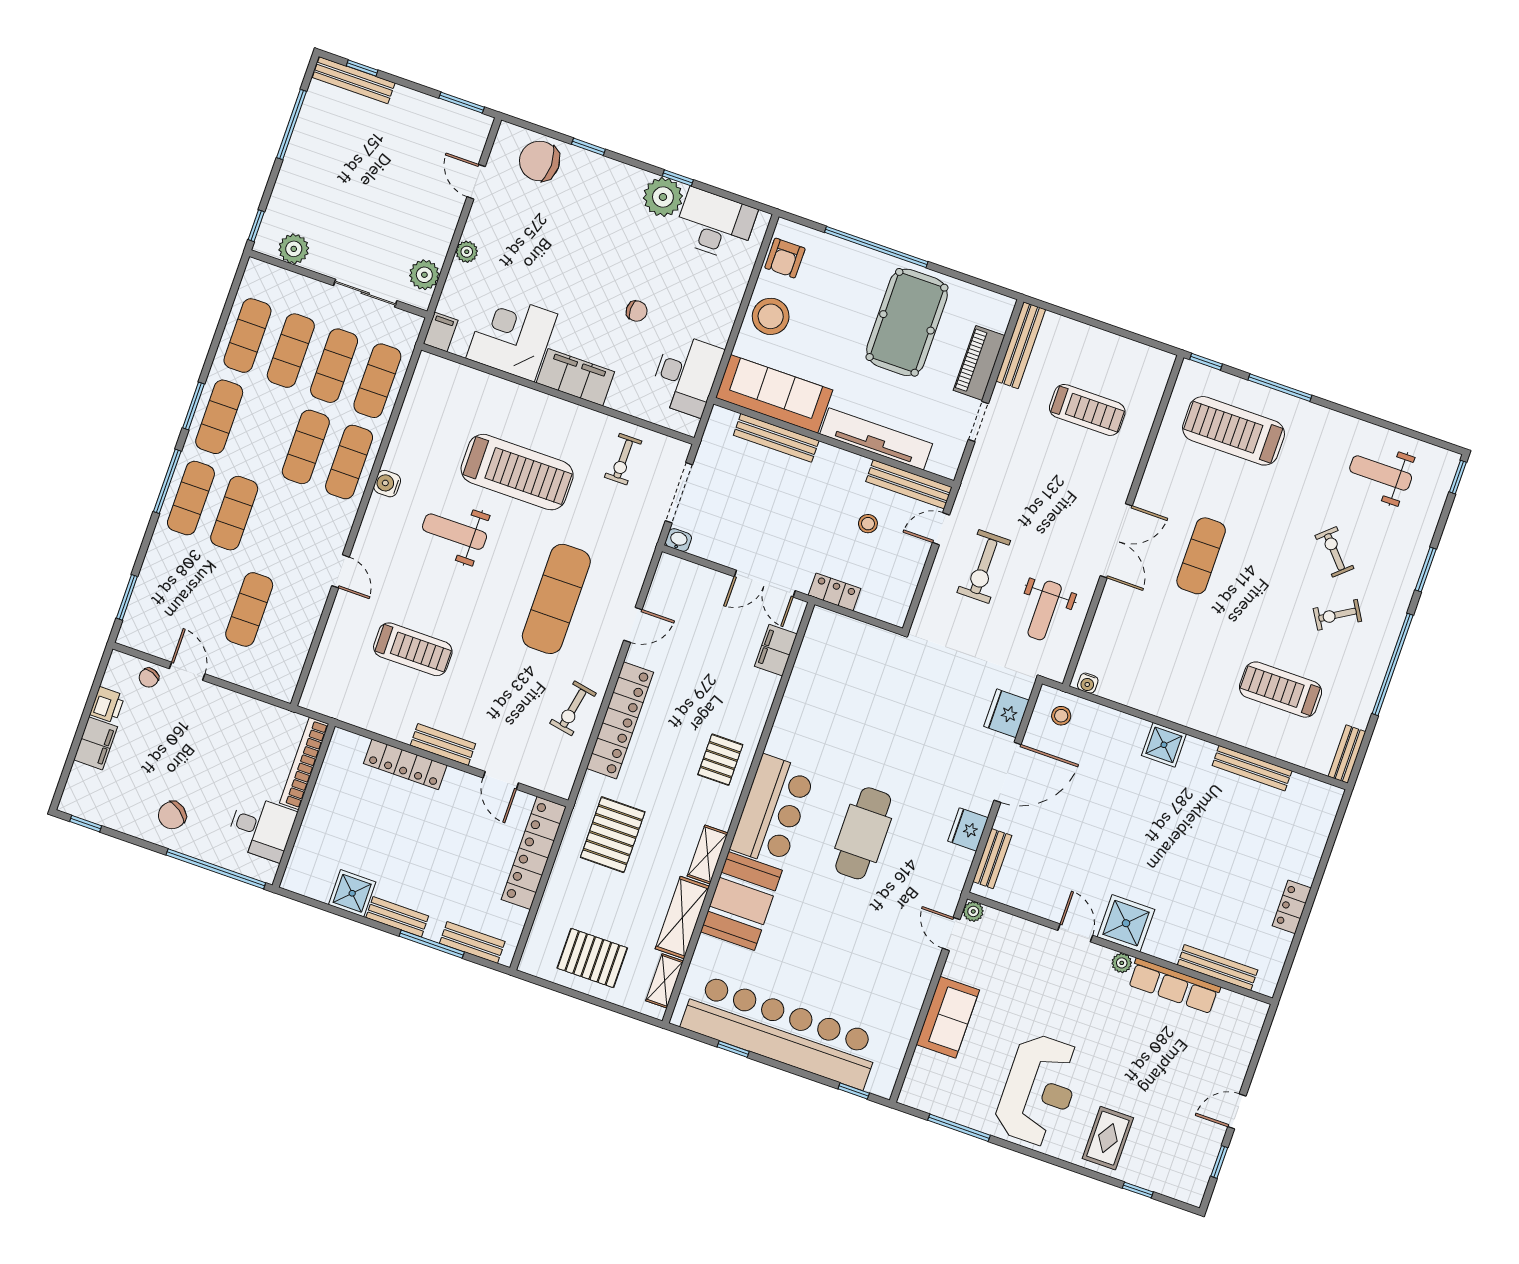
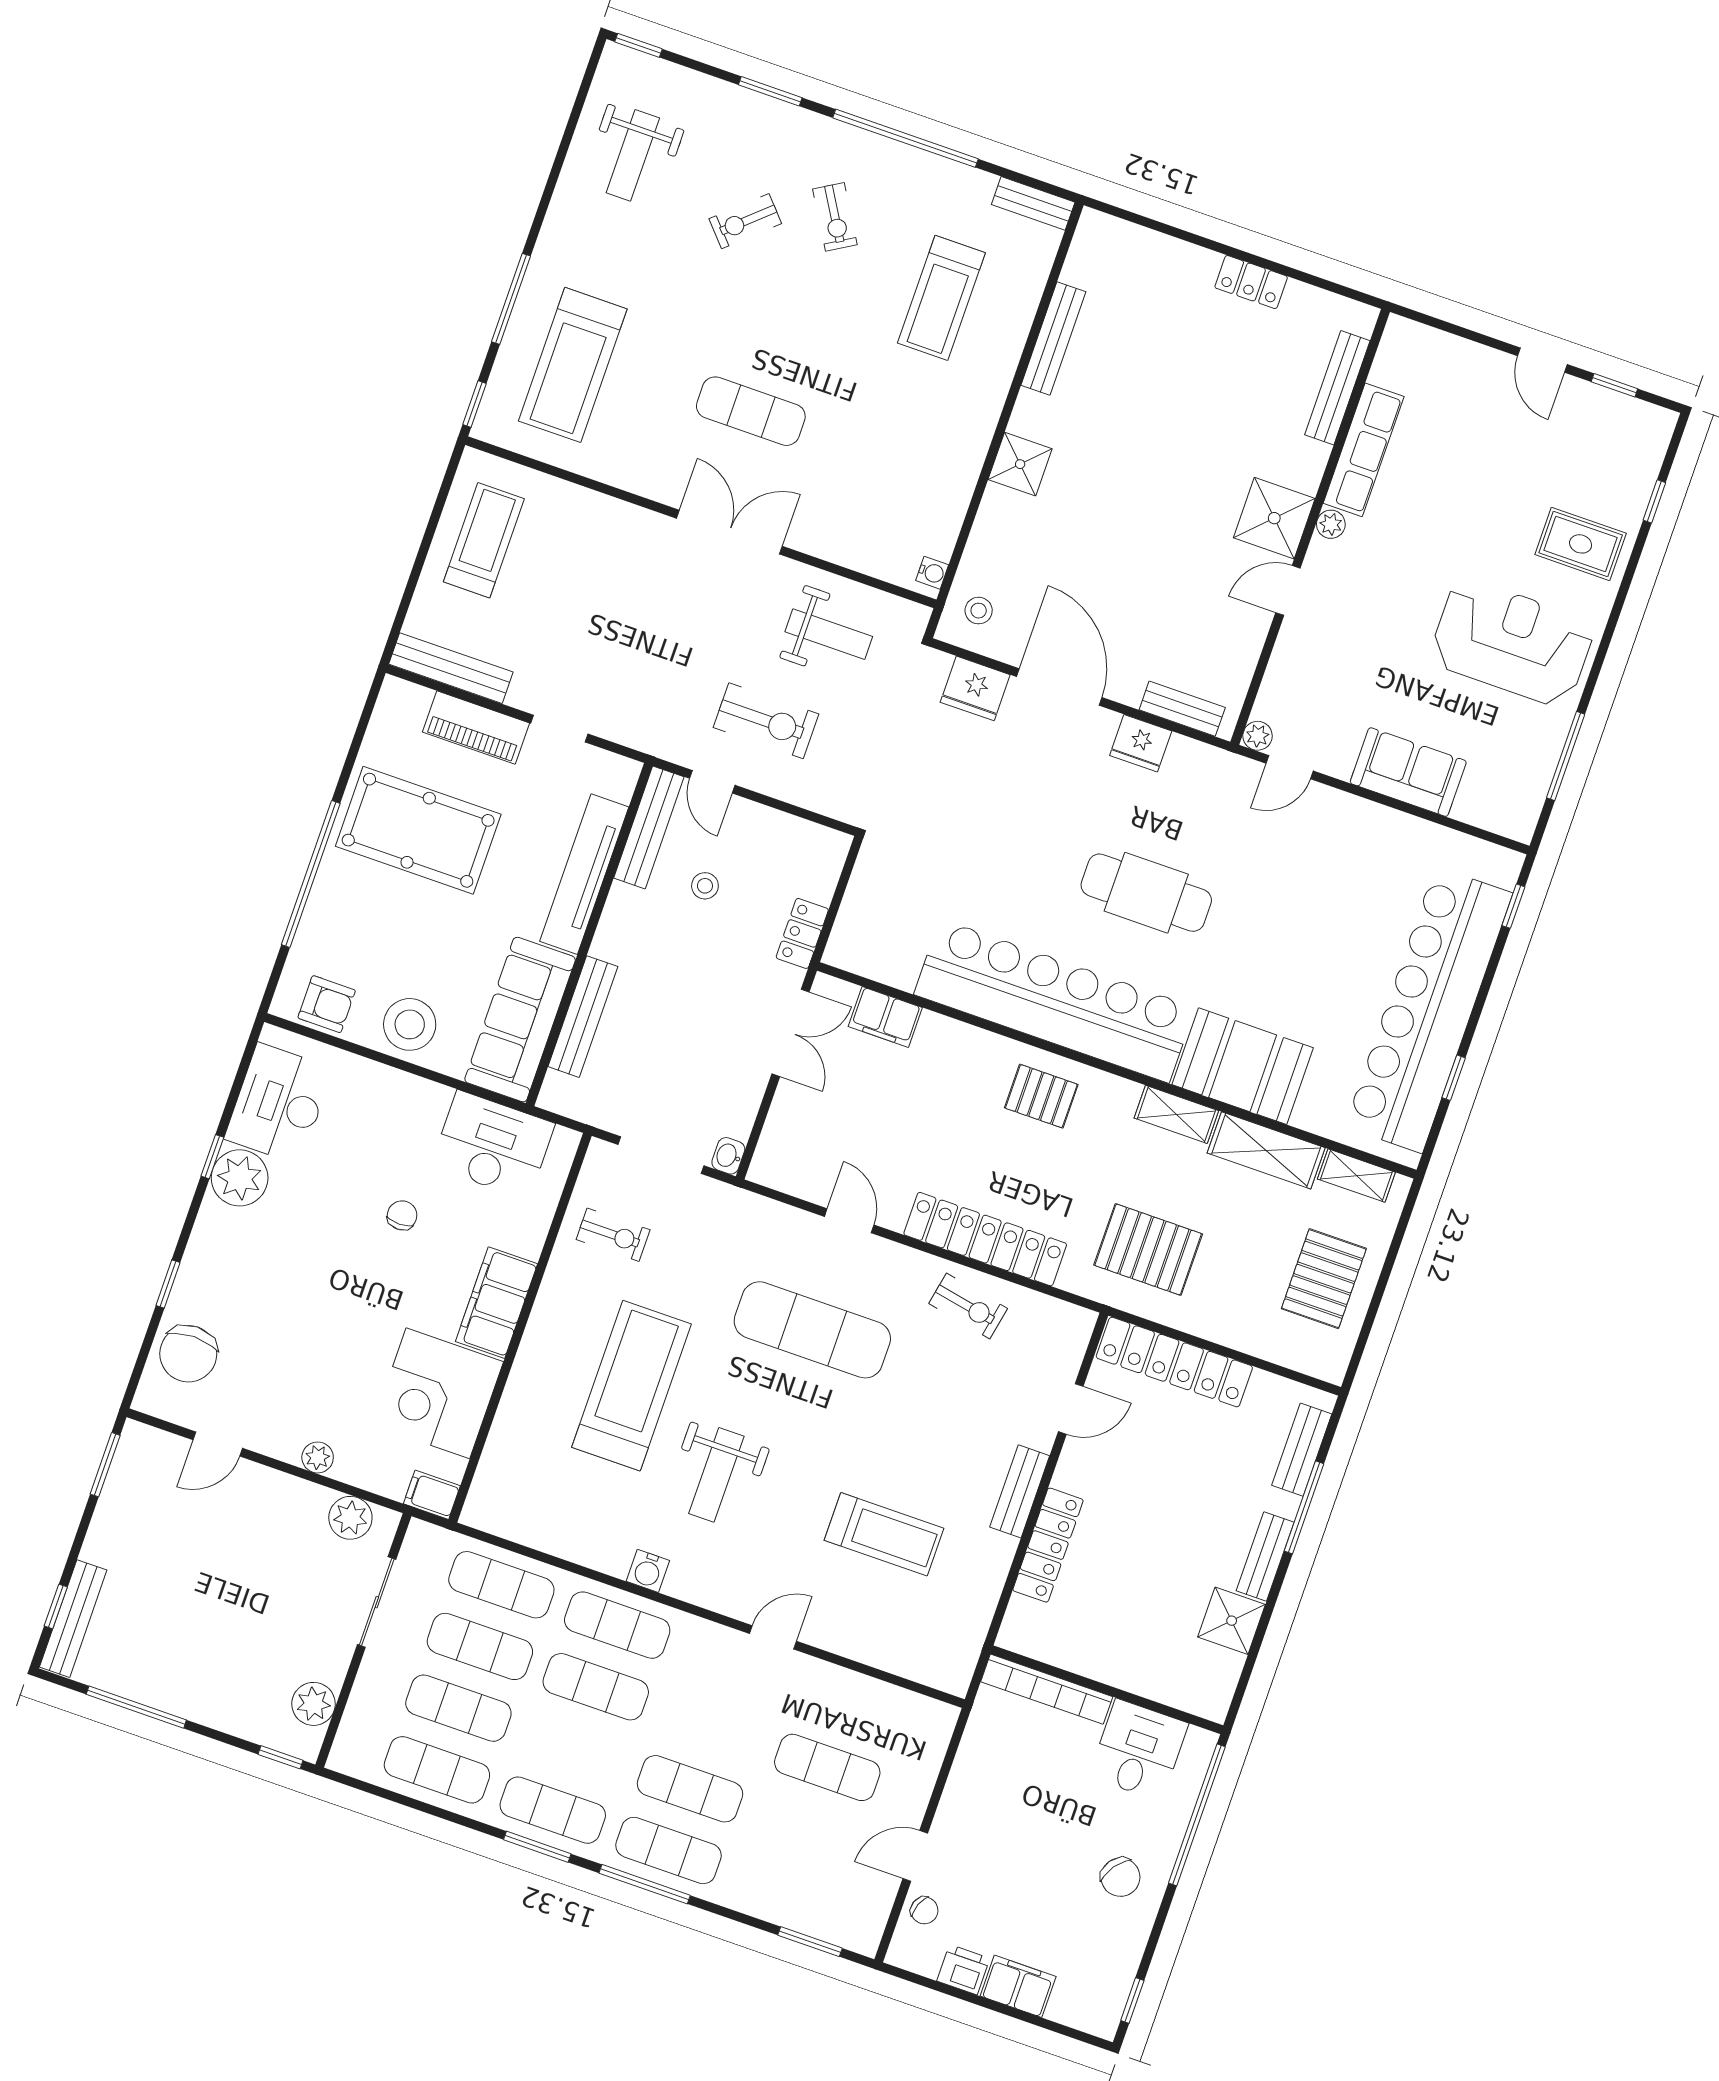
treadmill: (1087, 410) -> (484, 540), moved
treadmill: (413, 649) -> (884, 1534), turned 90
bar counter: (773, 810) -> (1055, 1001), width x1.86

